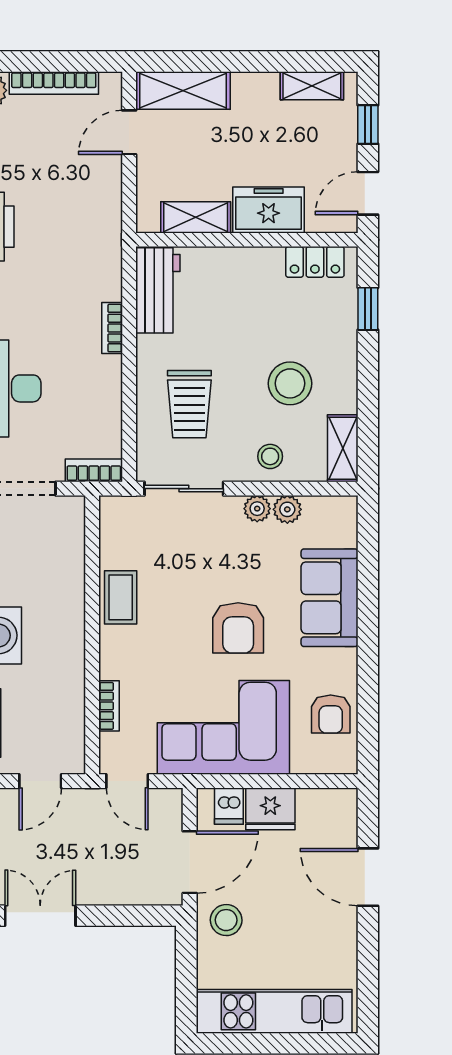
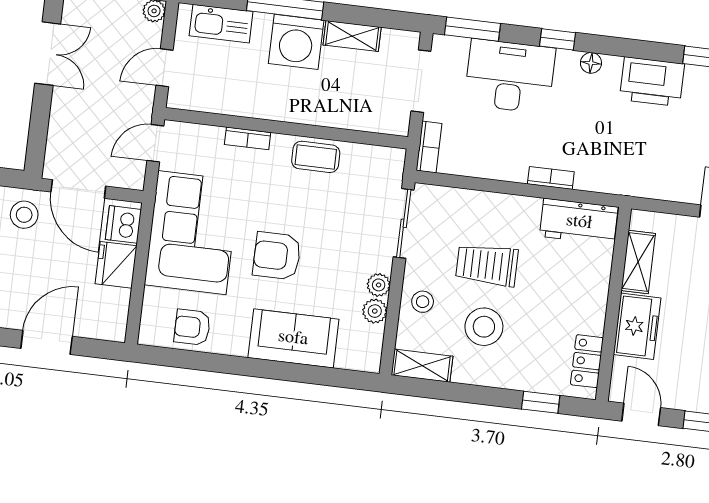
trolley: (189, 404) -> (487, 265), moved
bookcase: (109, 706) -> (248, 138), moved
door: (40, 781) -> (164, 68), hinge flipped
dishwasher: (229, 806) -> (123, 224), width x1.38

